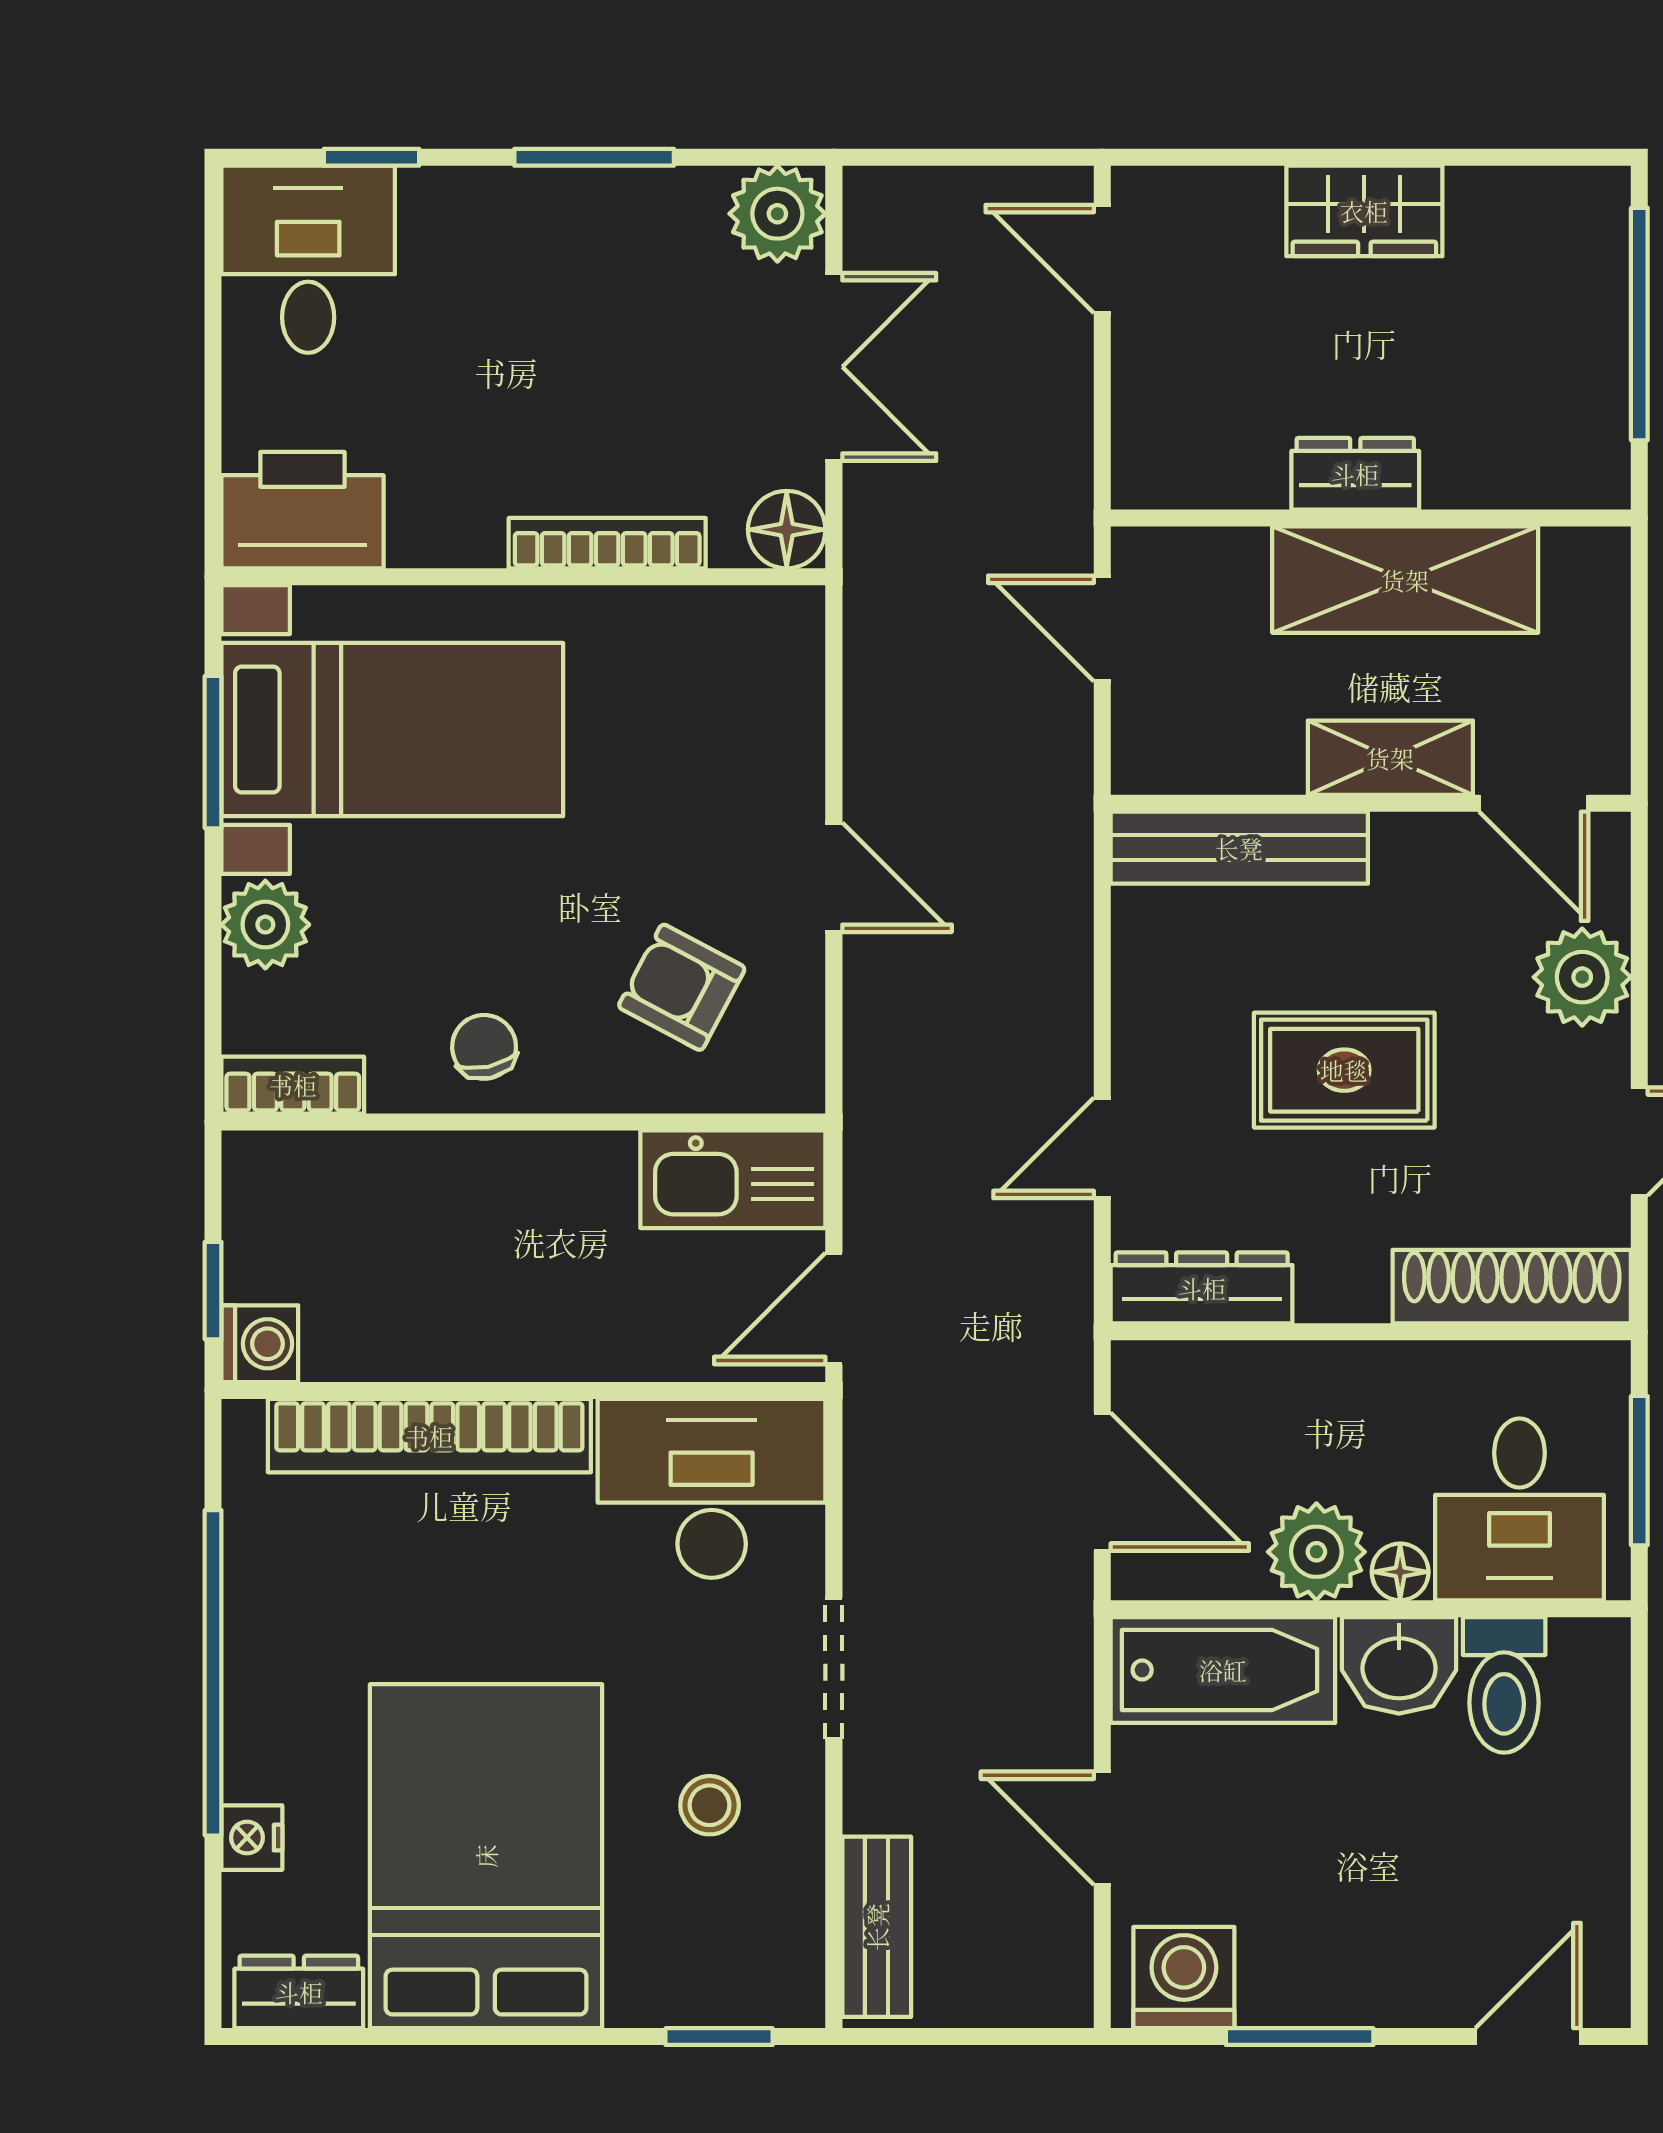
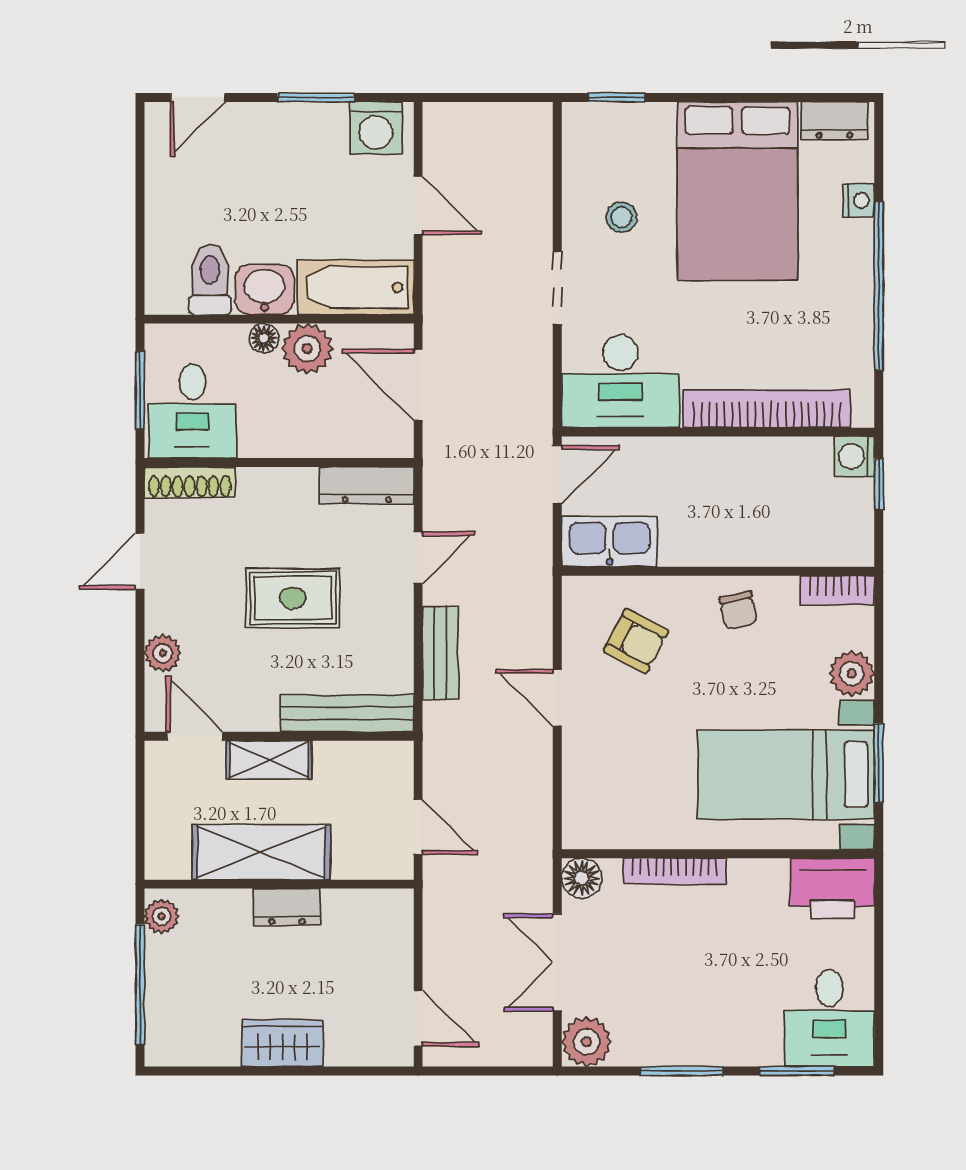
window: (372, 157) -> (797, 1071), width x1.50
plant: (1598, 456) -> (162, 916), added
plant: (1582, 977) -> (163, 653), width x0.73, depth x0.73
shoe rack: (1512, 1287) -> (190, 482), width x0.74, depth x0.81
desk: (1520, 1509) -> (193, 411), moved, turned 180
bench: (877, 1927) -> (440, 653), moved

